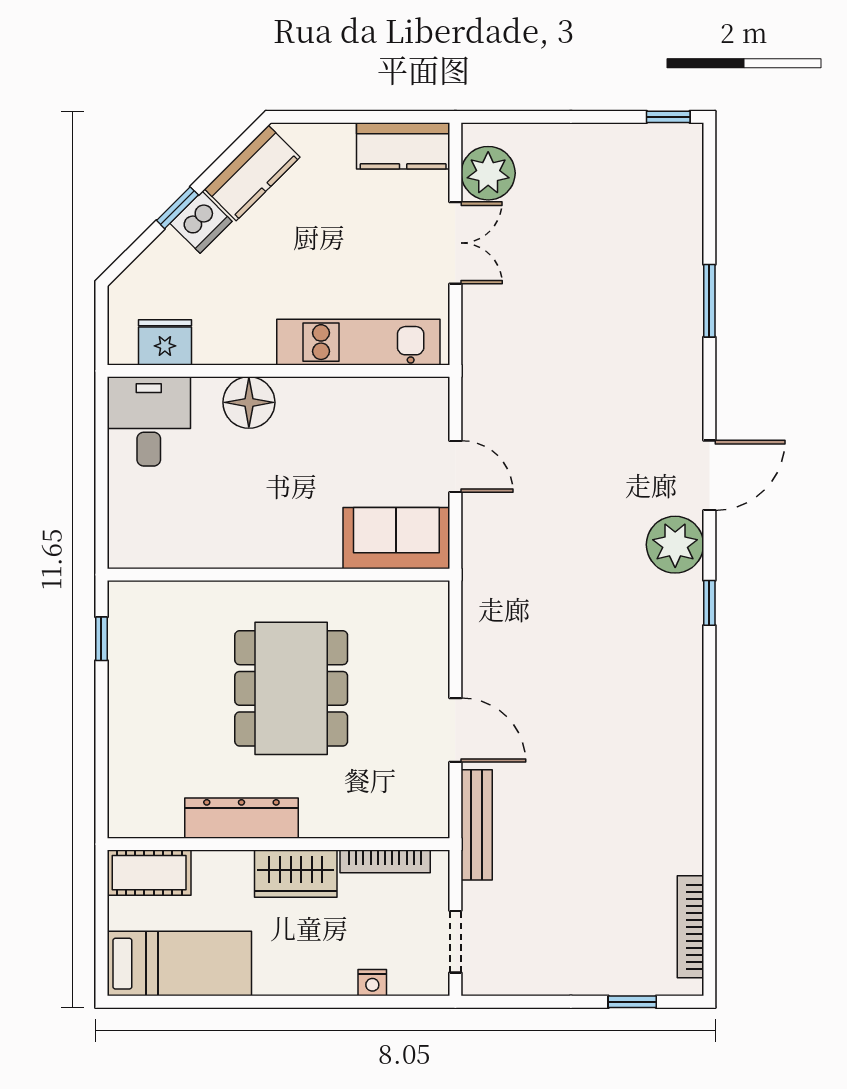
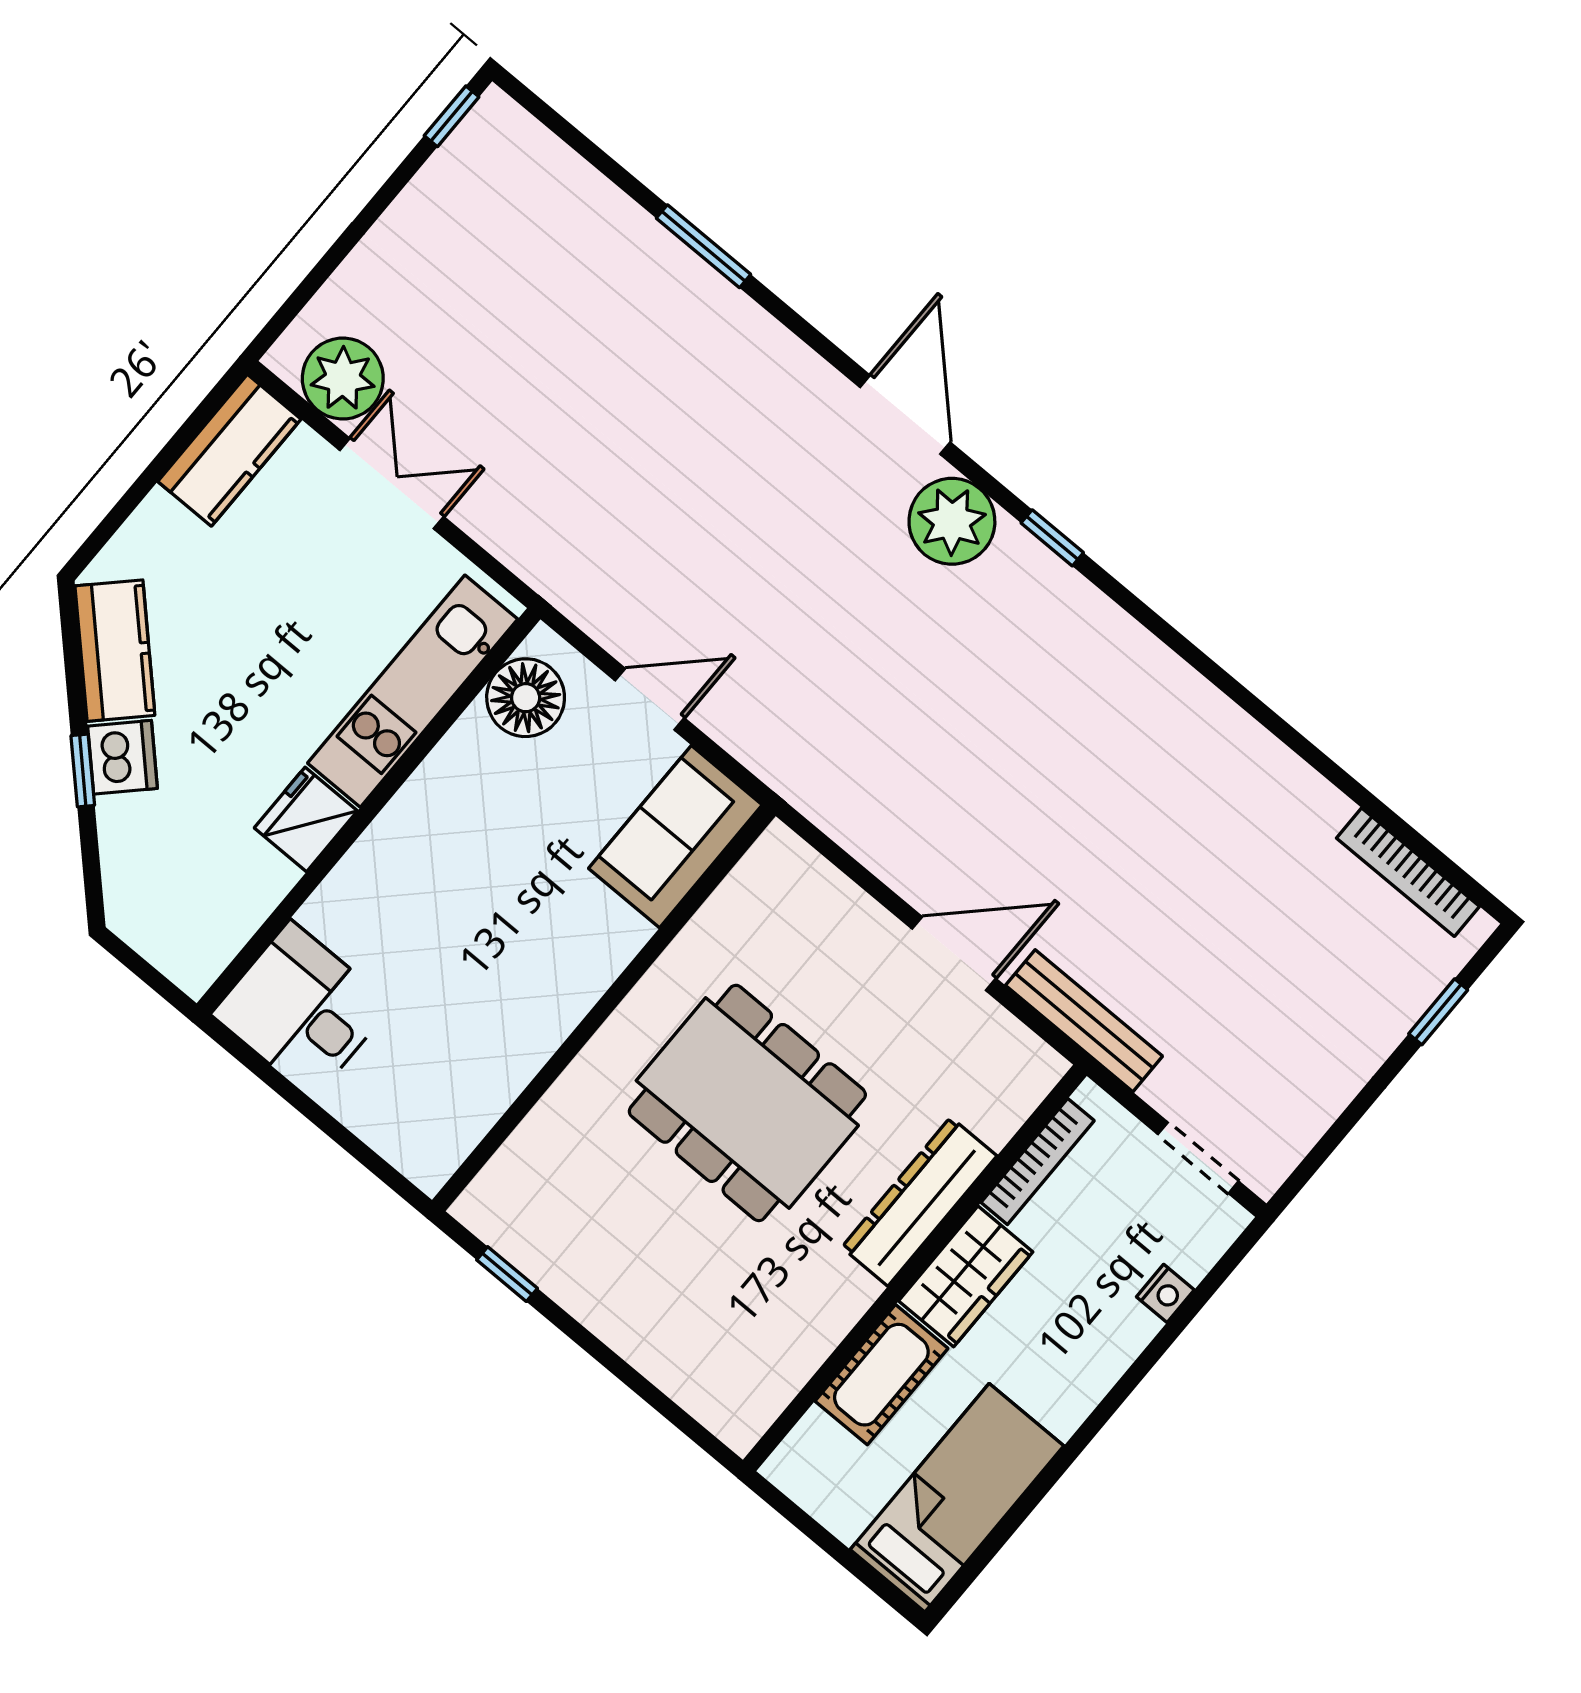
fridge: (165, 342) -> (306, 819), moved
floor lamp: (249, 402) -> (526, 698), moved
dresser: (241, 818) -> (919, 1202), moved
cot: (149, 873) -> (881, 1375), moved

